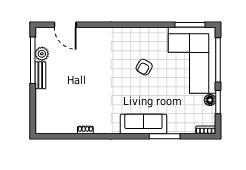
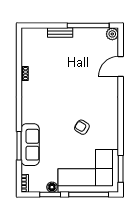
door: (65, 25) -> (121, 66), moved
plant: (42, 54) -> (112, 34), moved
bench: (40, 75) -> (60, 33), moved
sofa: (143, 124) -> (30, 145), moved

